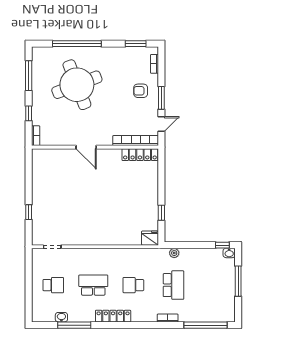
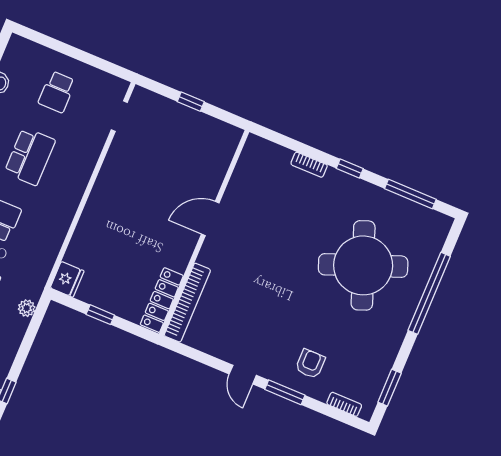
bookcase: (136, 141) -> (187, 303), moved
door: (86, 147) -> (210, 219), moved
wall: (95, 147) -> (204, 233), moved
locker: (140, 155) -> (162, 300), moved

